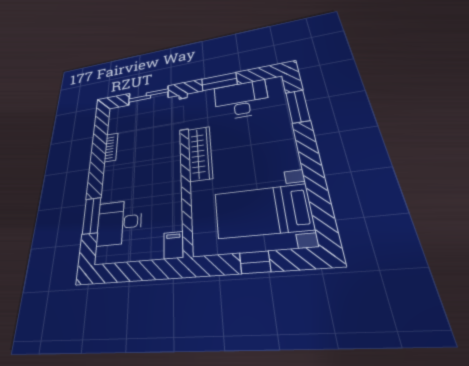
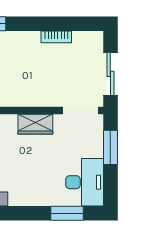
desk: (241, 100) -> (85, 182), moved
wardrobe: (200, 153) -> (35, 124), width x0.67

